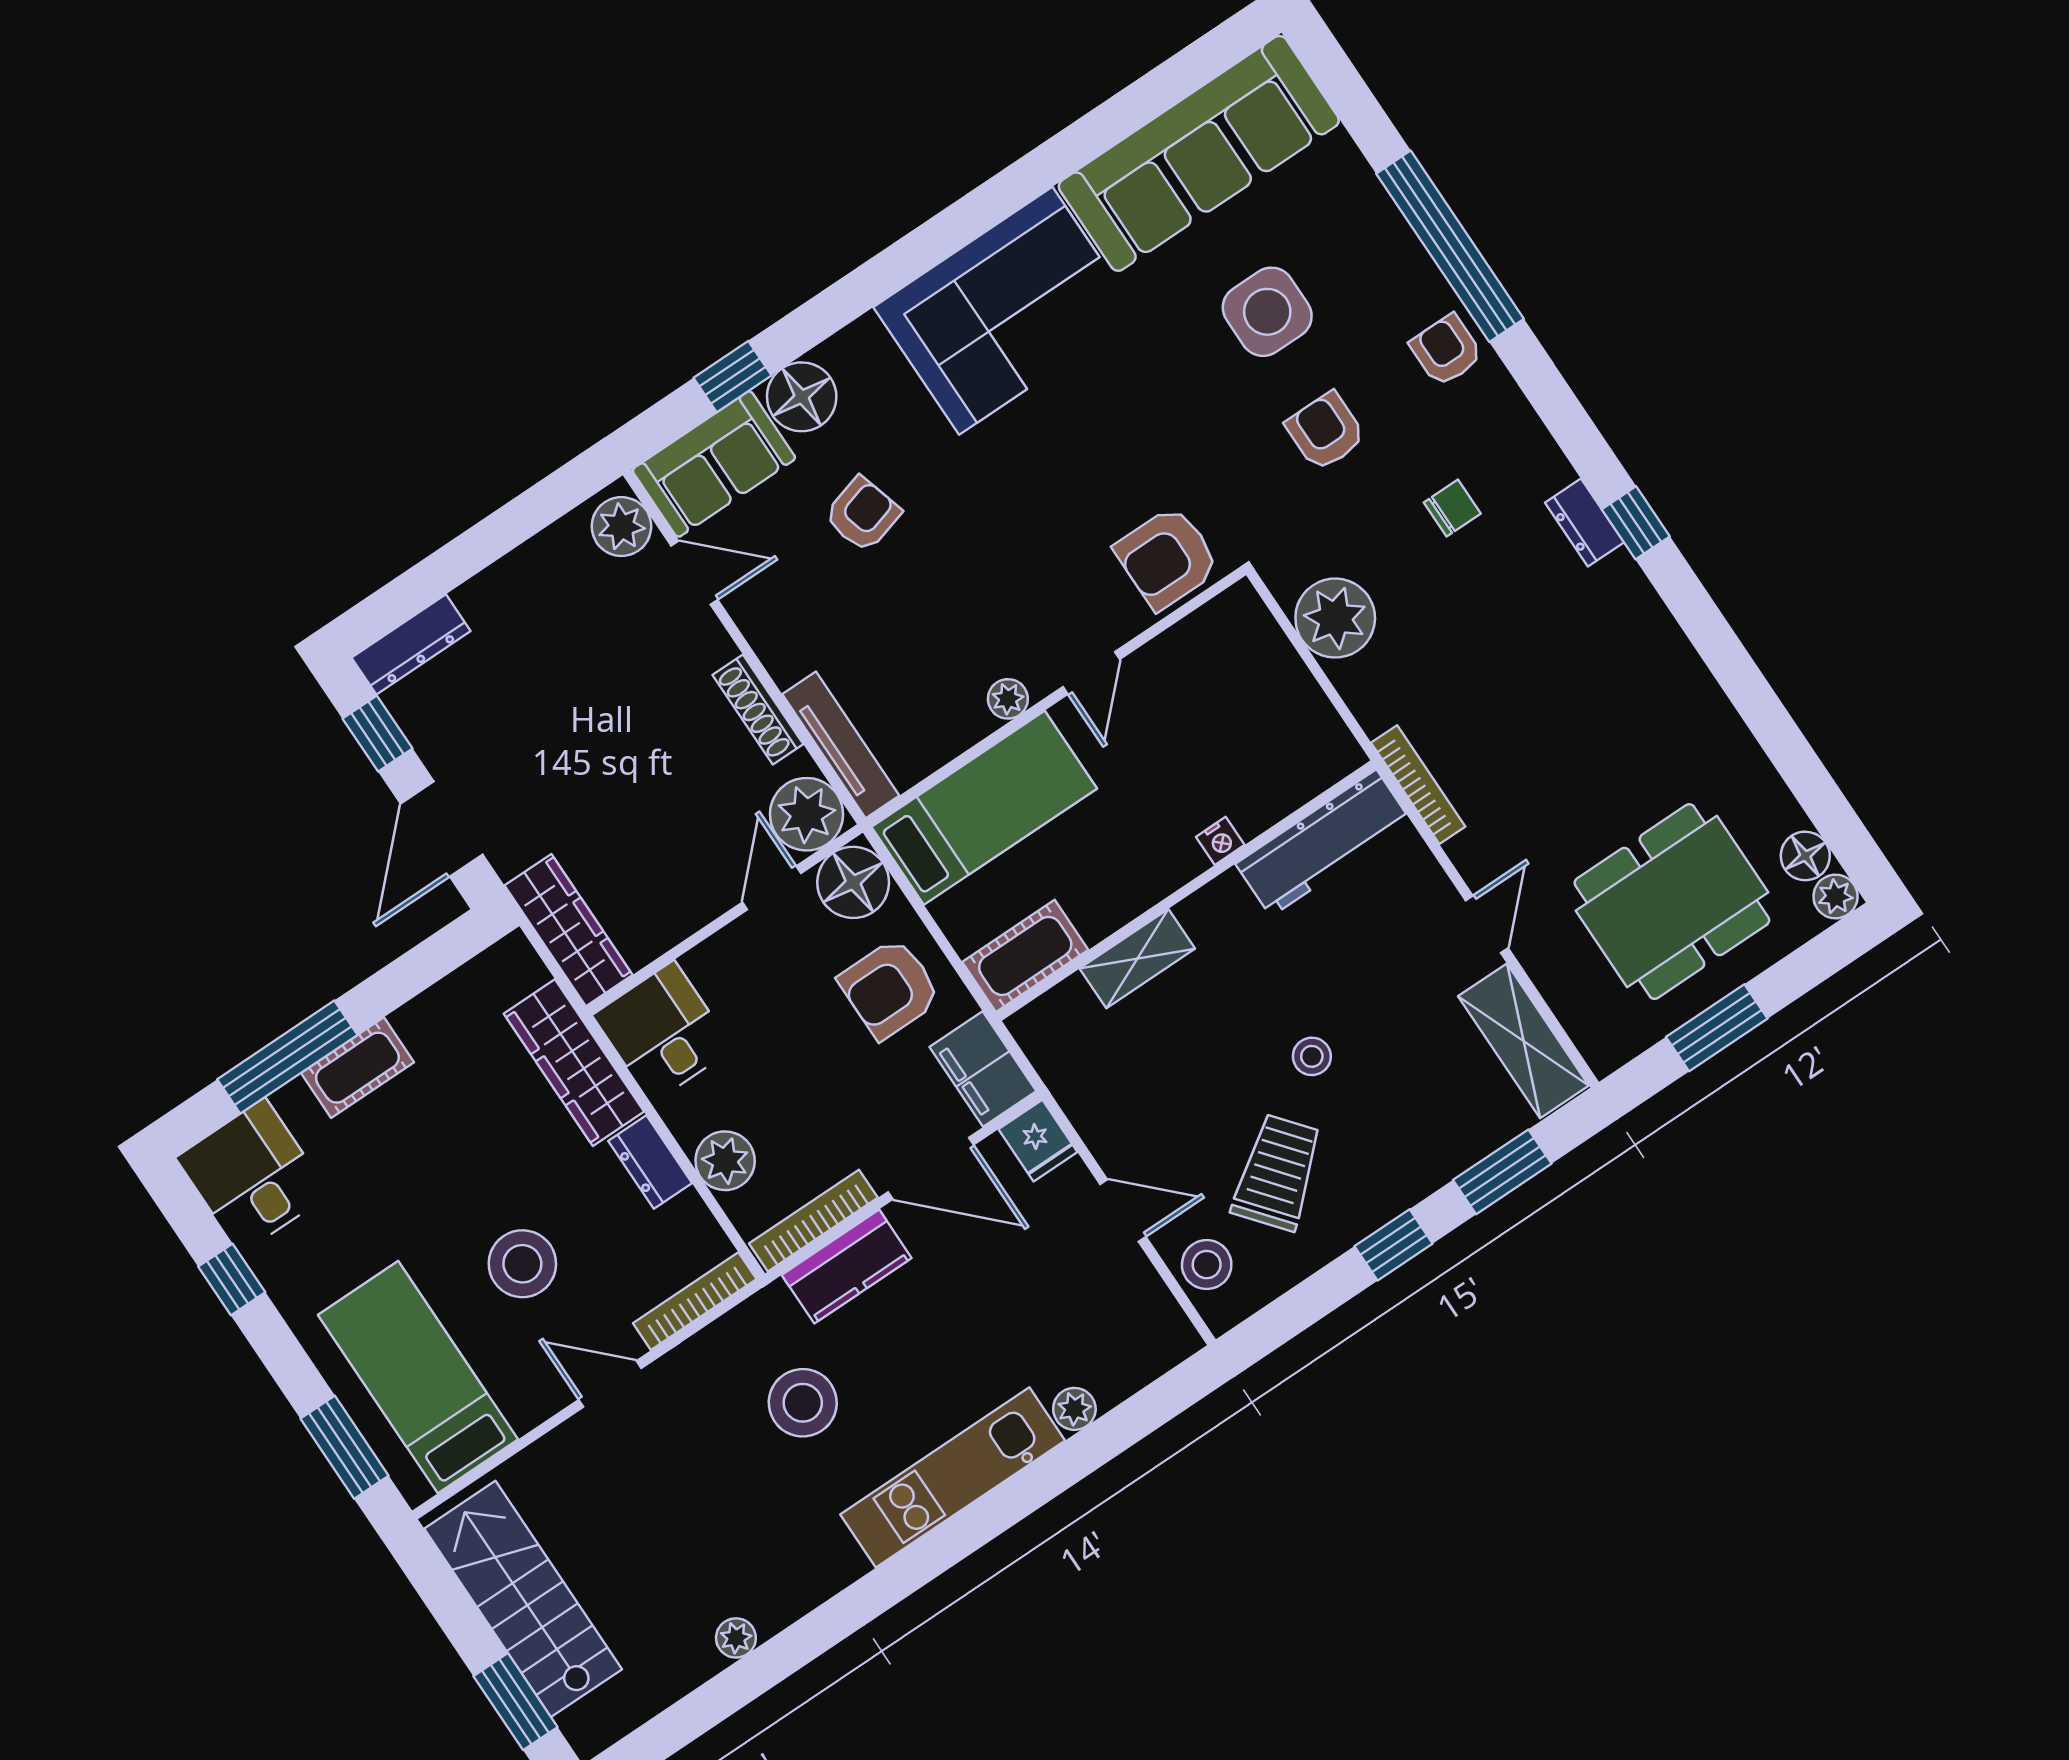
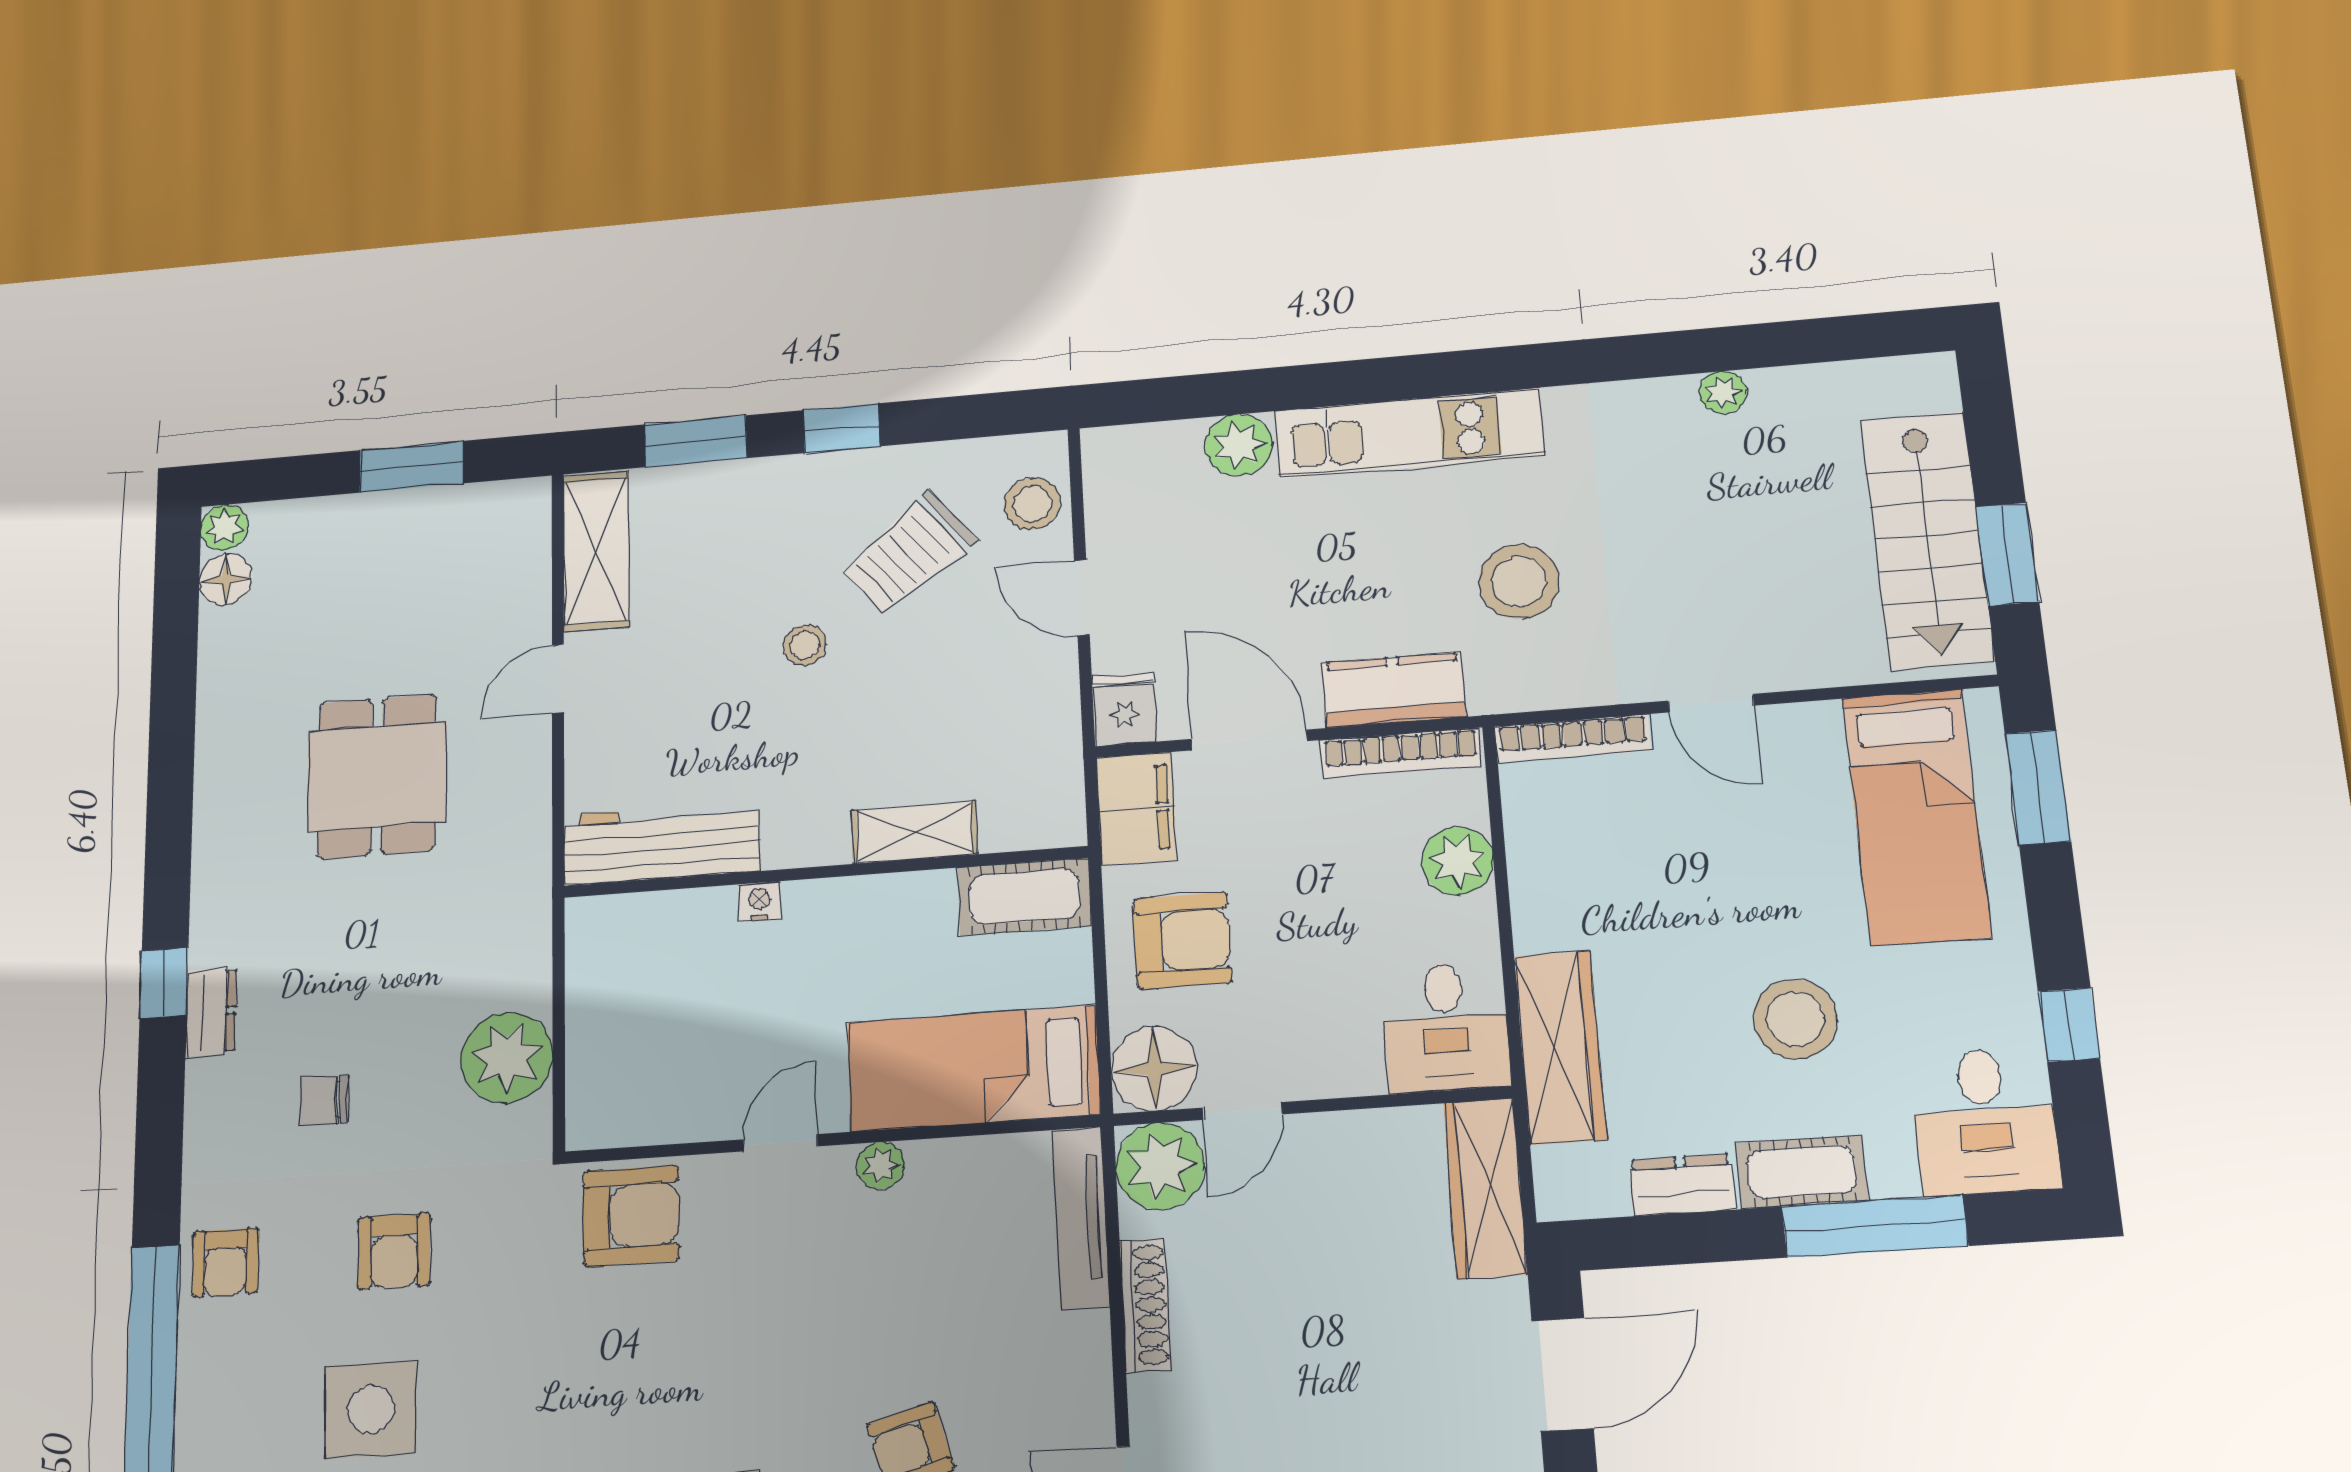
bookcase: (1418, 785) -> (535, 848), removed
dining table: (1672, 902) -> (377, 776), moved, width x0.73
dresser: (650, 1162) -> (1682, 1185), moved, turned -90
stool: (522, 1264) -> (1795, 1019), moved
plant: (1074, 1409) -> (1239, 445), width x1.38, depth x1.38
window: (515, 1702) -> (2007, 554), moved

